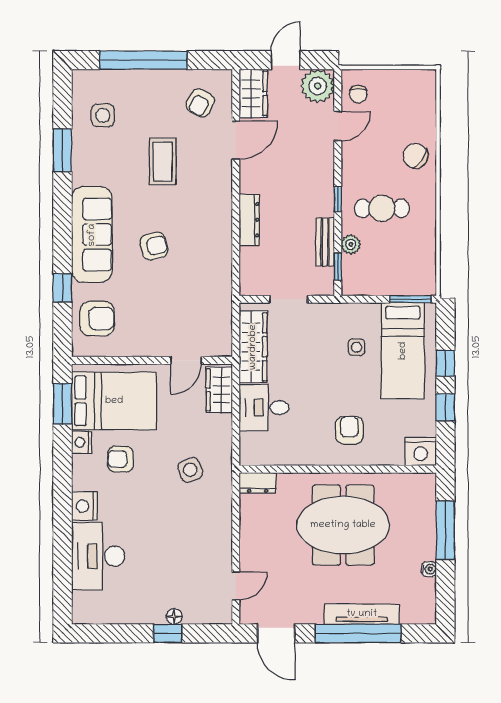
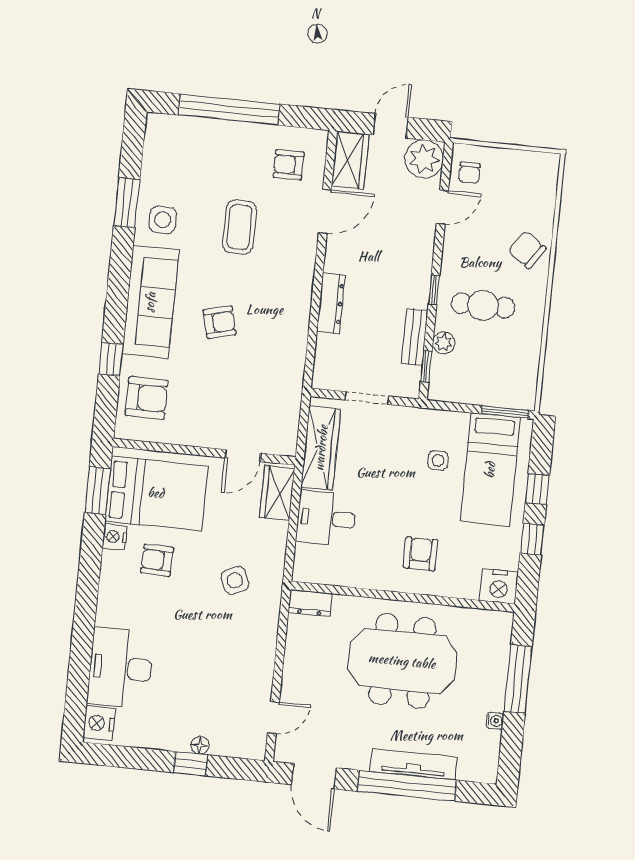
armchair: (200, 103) -> (289, 165), turned 61
side table: (103, 115) -> (163, 220), moved
nightstand: (84, 506) -> (99, 723), moved

